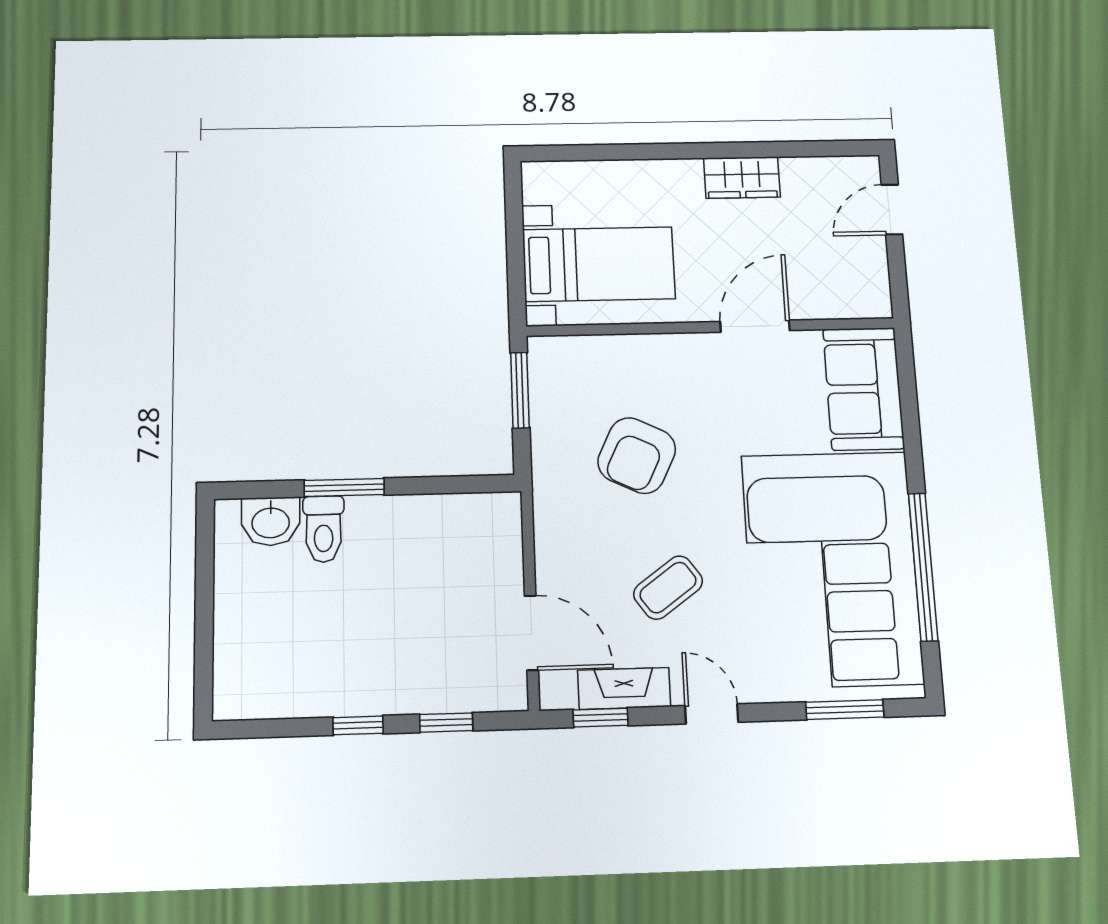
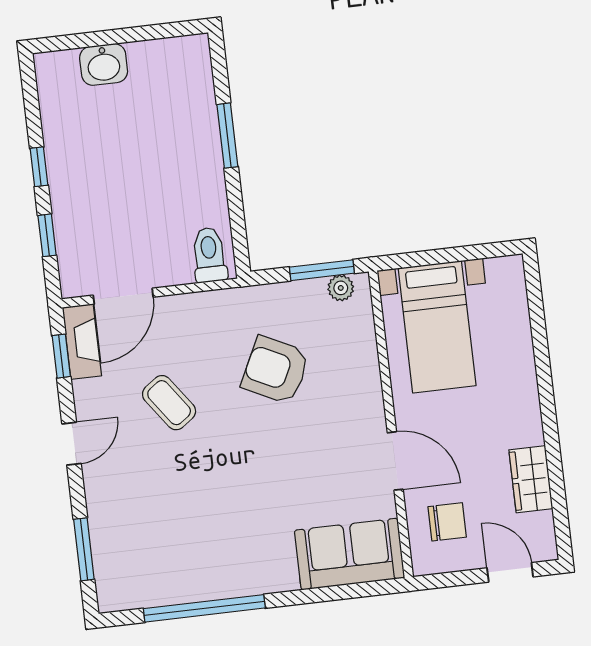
wardrobe: (742, 178) -> (531, 479), moved
chair: (830, 274) -> (447, 522), added
plant: (543, 370) -> (341, 288), added
washbasin: (271, 521) -> (104, 64), moved, turned -90
toilet: (324, 529) -> (209, 255), moved, turned 90
corner sofa: (832, 569) -> (196, 534), removed
fireplace: (624, 688) -> (82, 342), moved

